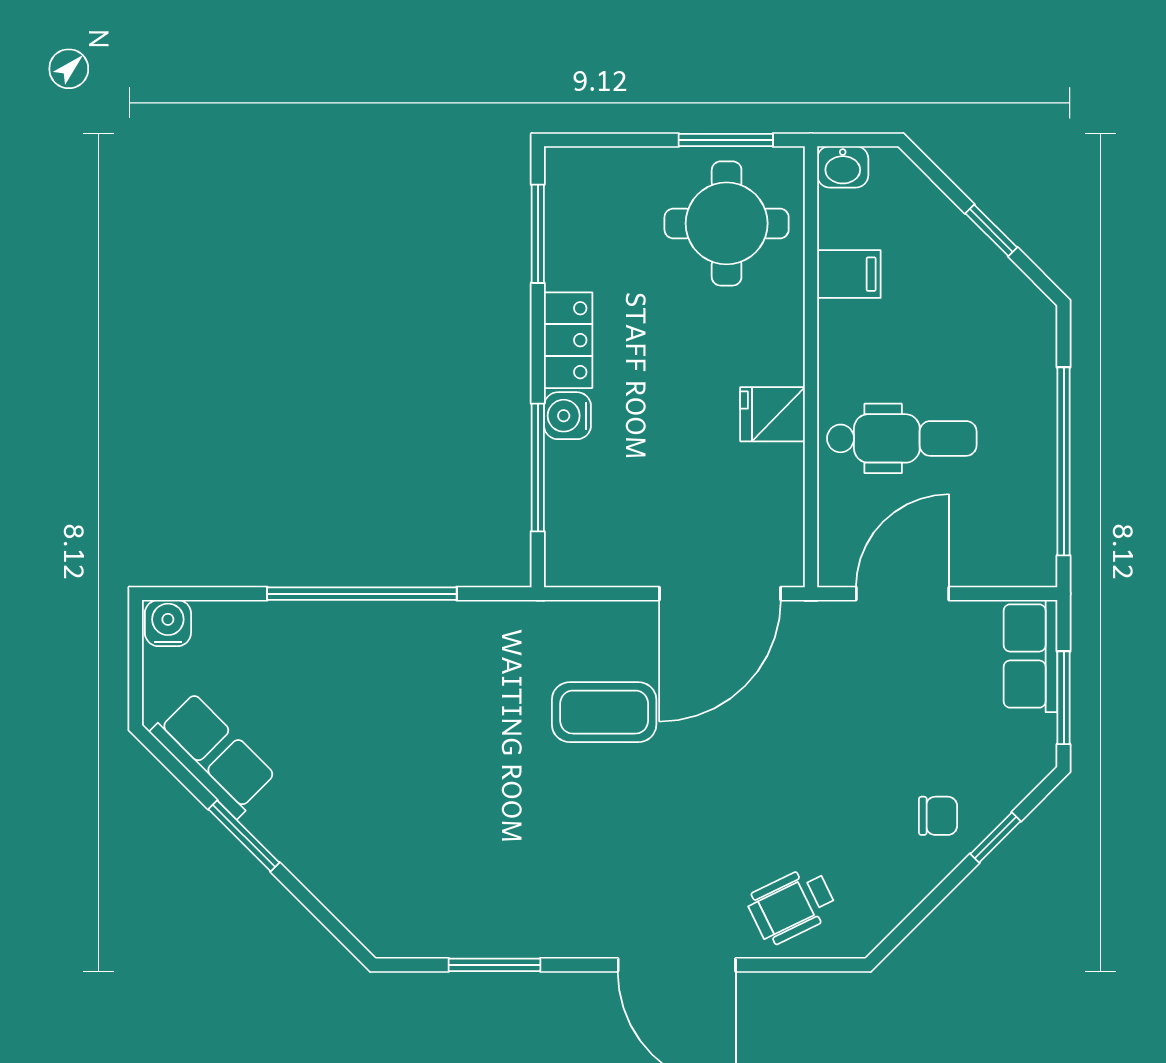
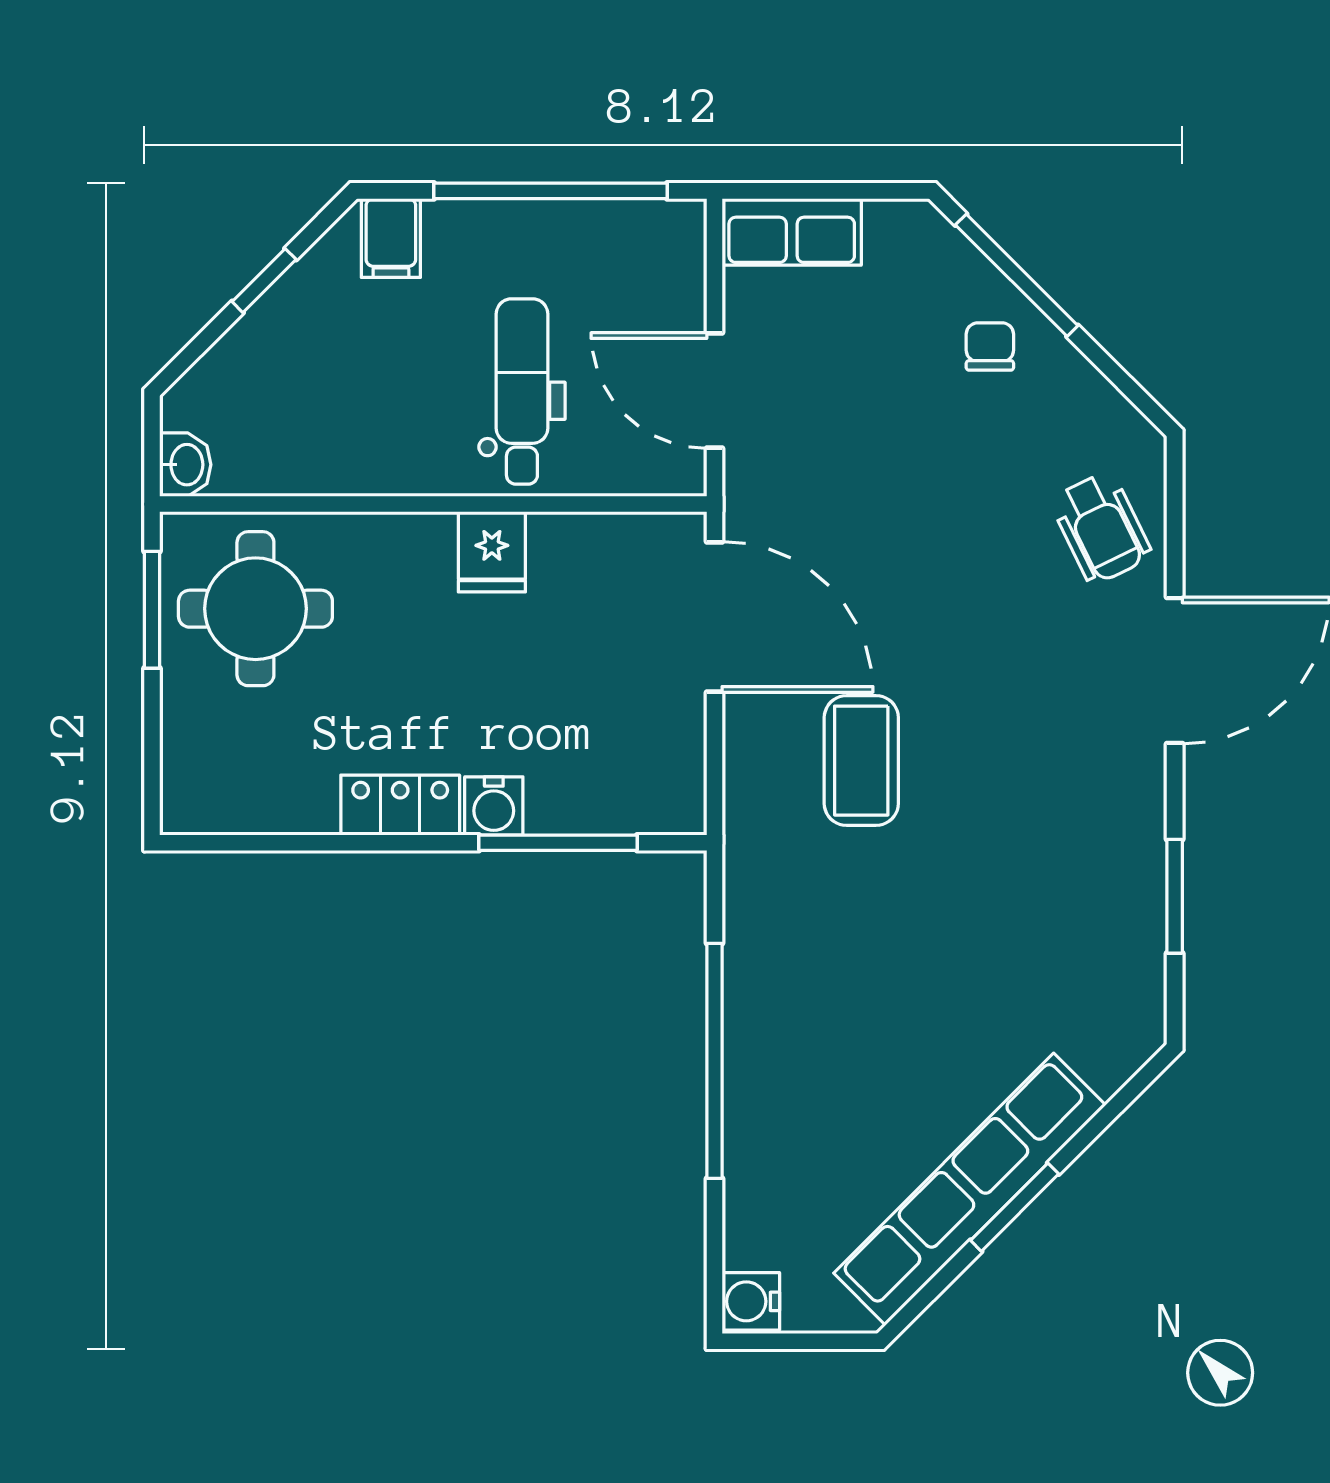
window: (538, 234) -> (268, 843), removed
filing cabinet: (849, 274) -> (391, 238), moved, turned 180
window: (1064, 698) -> (843, 191), removed
row of seats: (214, 755) -> (970, 1189), width x2.02
window: (996, 837) -> (1017, 275), width x2.17

